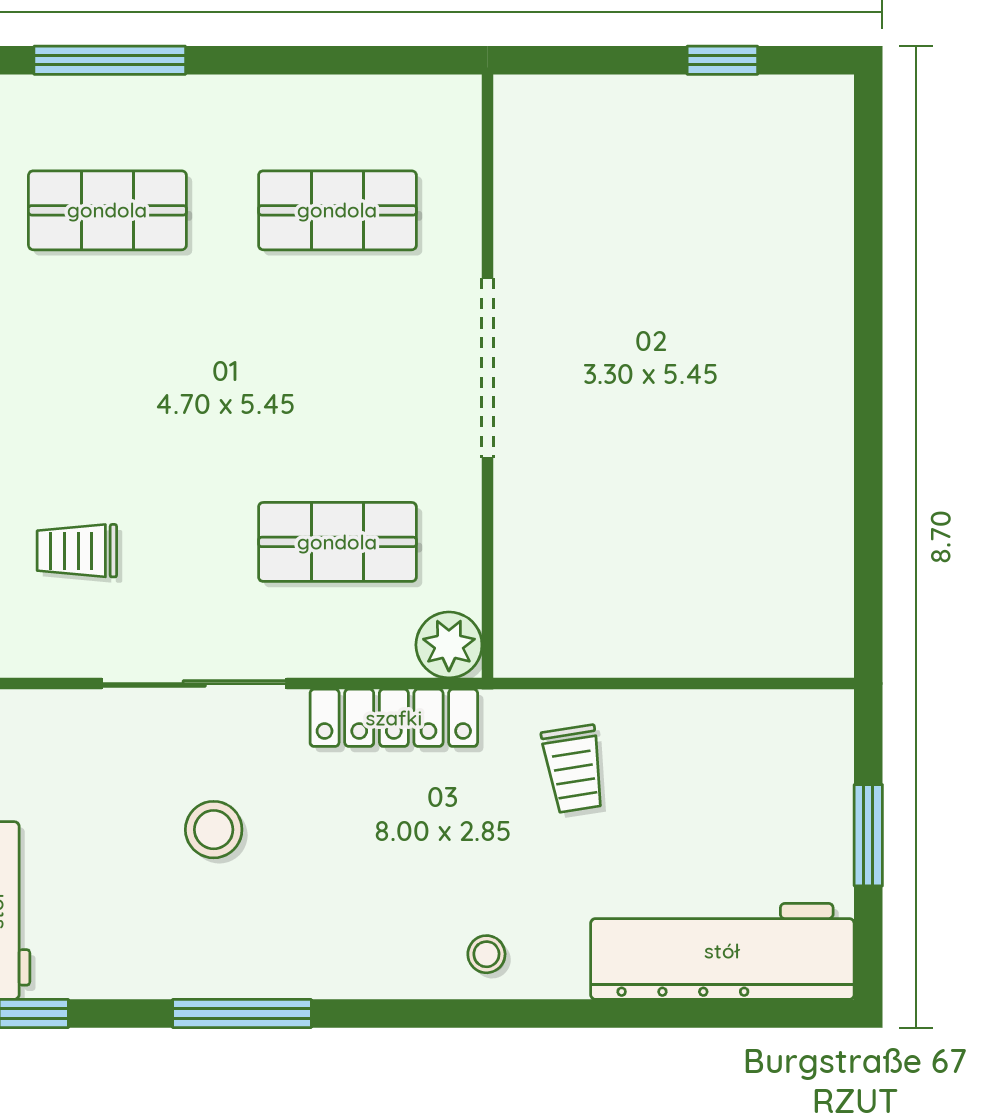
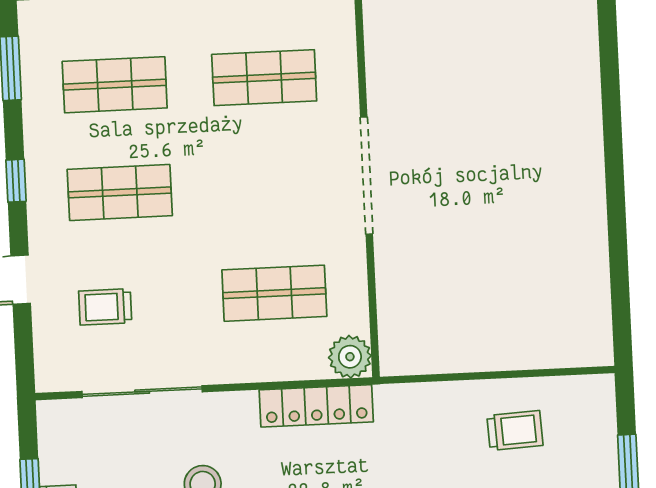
shop shelf: (107, 376) -> (120, 192), added
sliding door: (194, 684) -> (142, 392), moved
trolley: (574, 769) -> (515, 430), moved, turned -84

